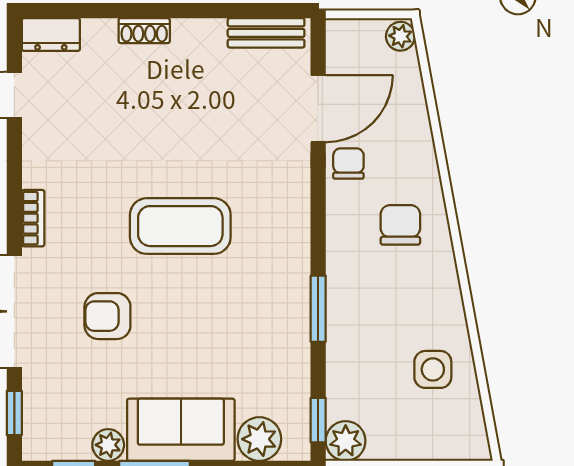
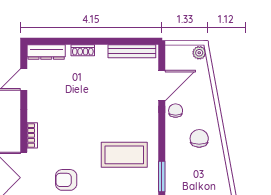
bench: (266, 33) -> (132, 51), width x1.36
dresser: (51, 35) -> (46, 52), width x1.44
coffee table: (180, 226) -> (124, 155), moved

